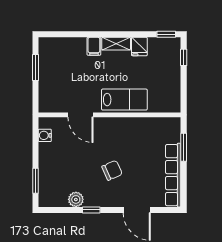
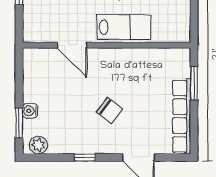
water cooler: (45, 135) -> (30, 111), moved
chair: (112, 170) -> (109, 111), turned 61
plant: (76, 199) -> (38, 145), moved

